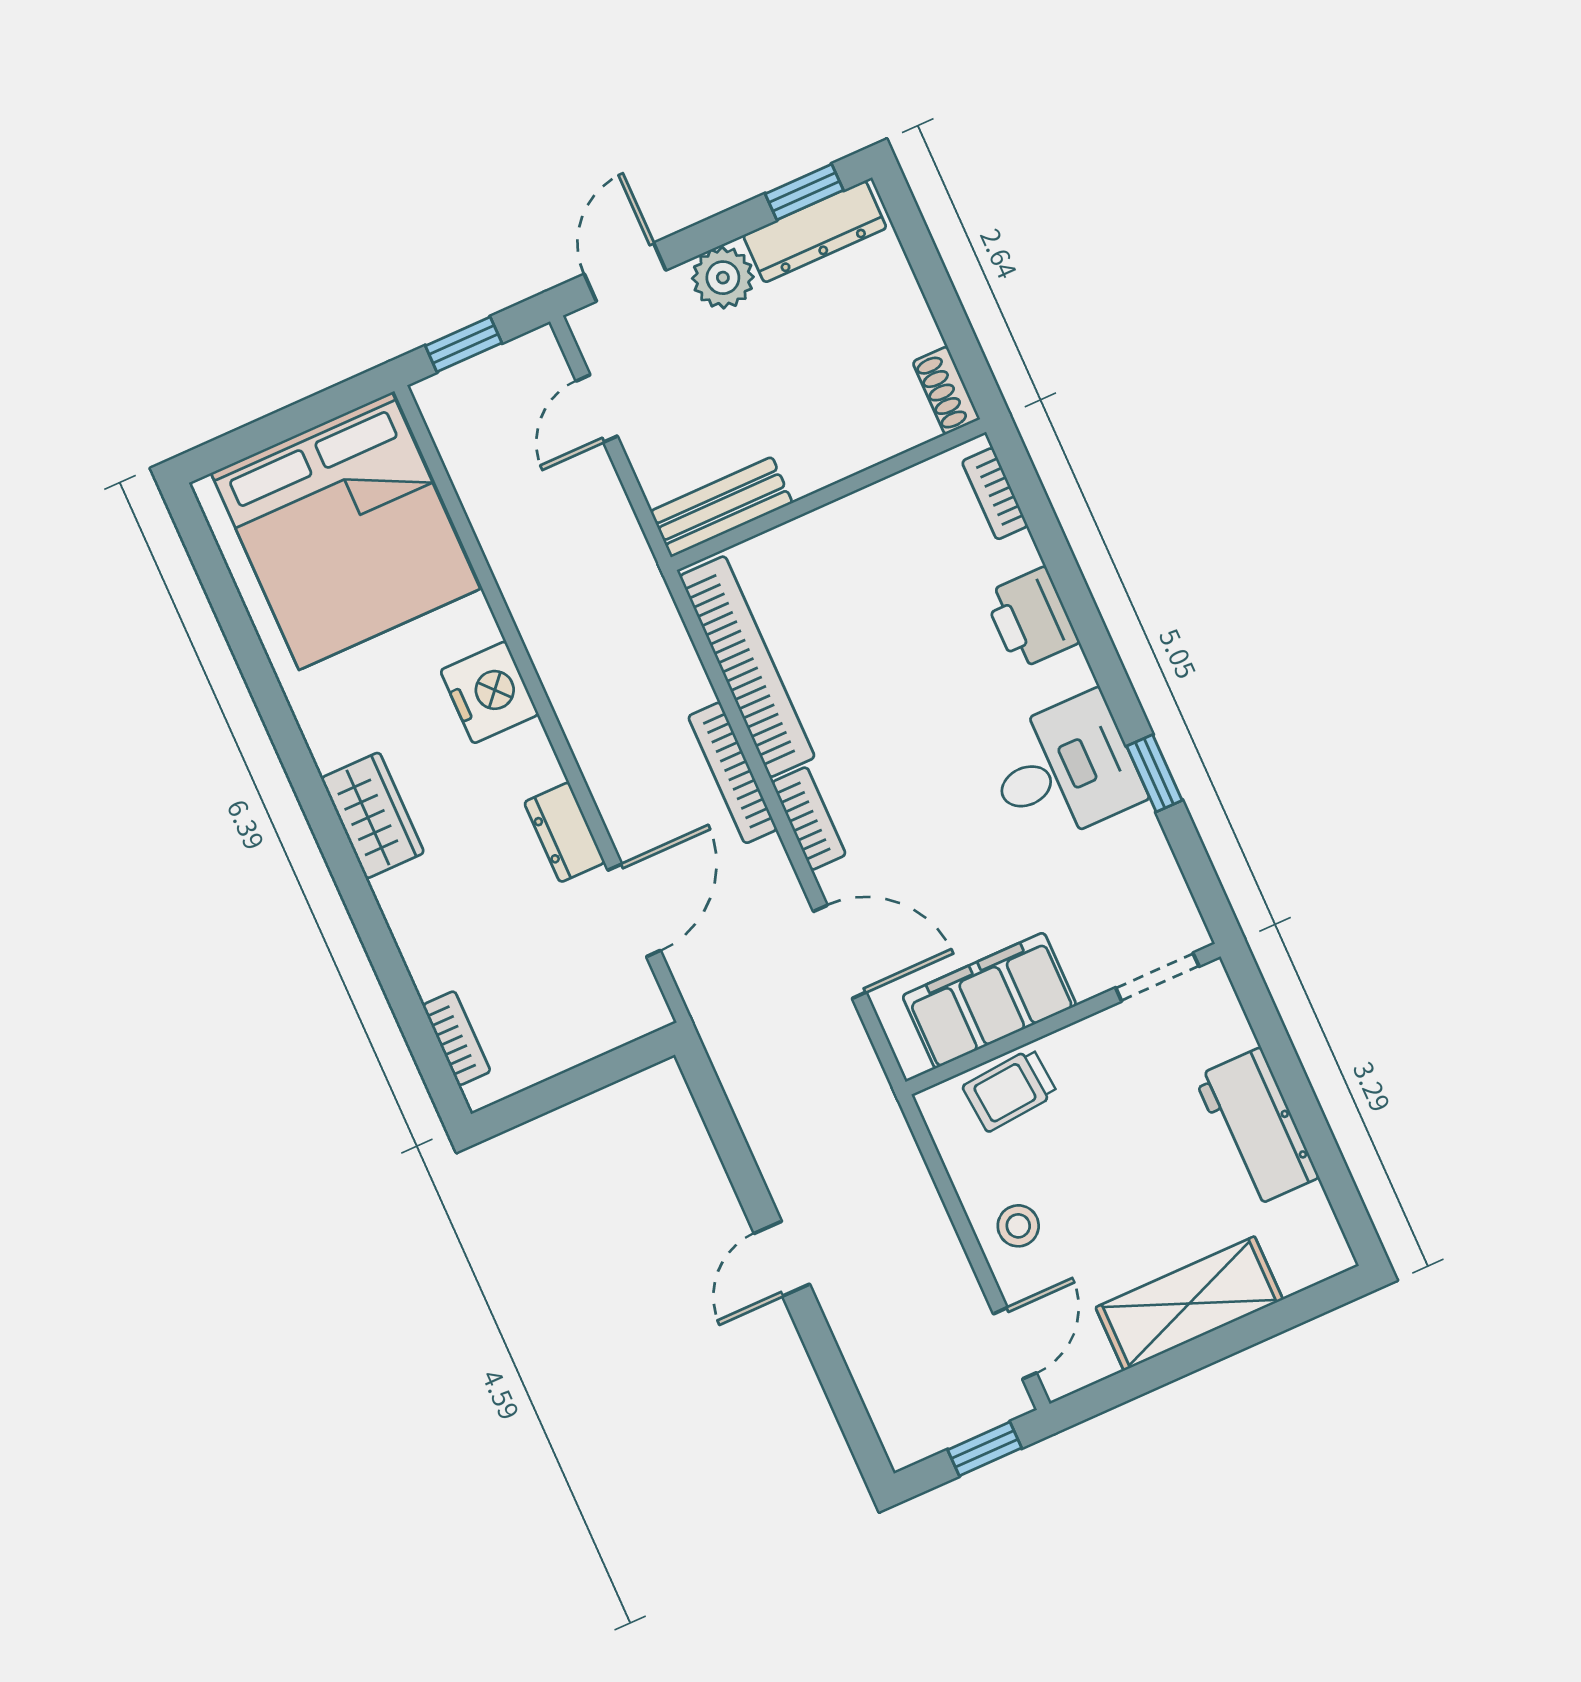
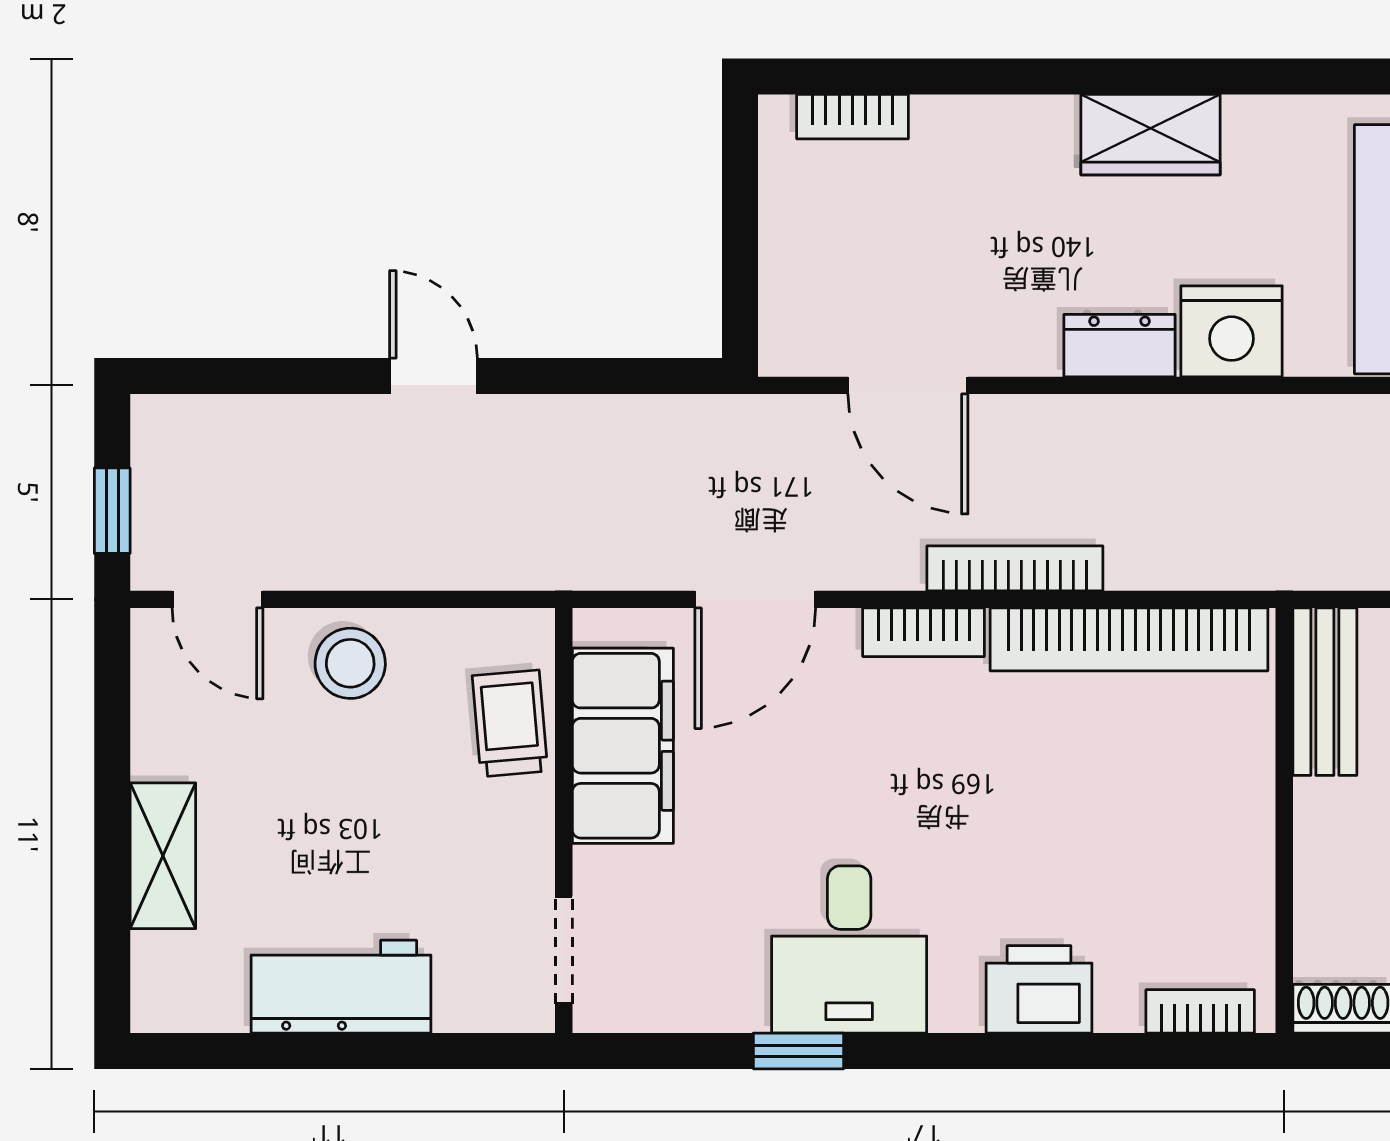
dresser: (565, 832) -> (1120, 346), moved
stool: (1018, 1226) -> (350, 663), width x1.37, depth x1.37
shelving: (1189, 1303) -> (163, 856), width x0.67, depth x0.75

